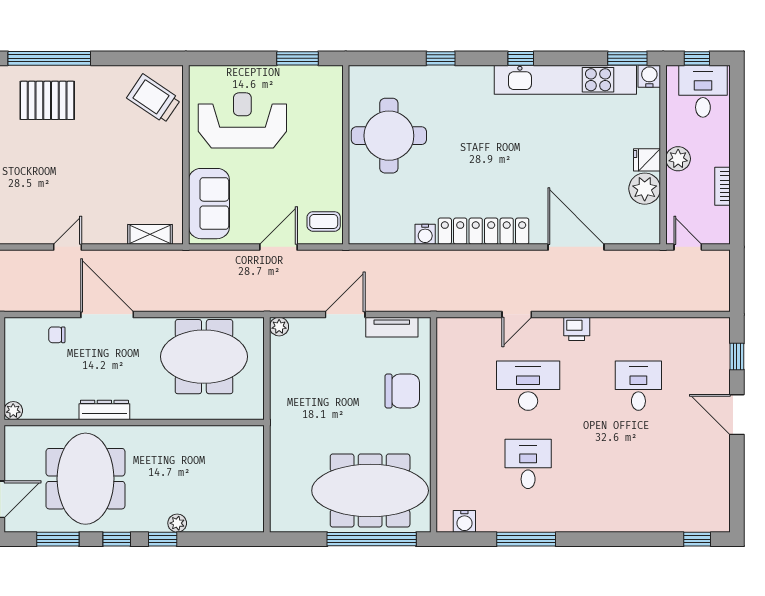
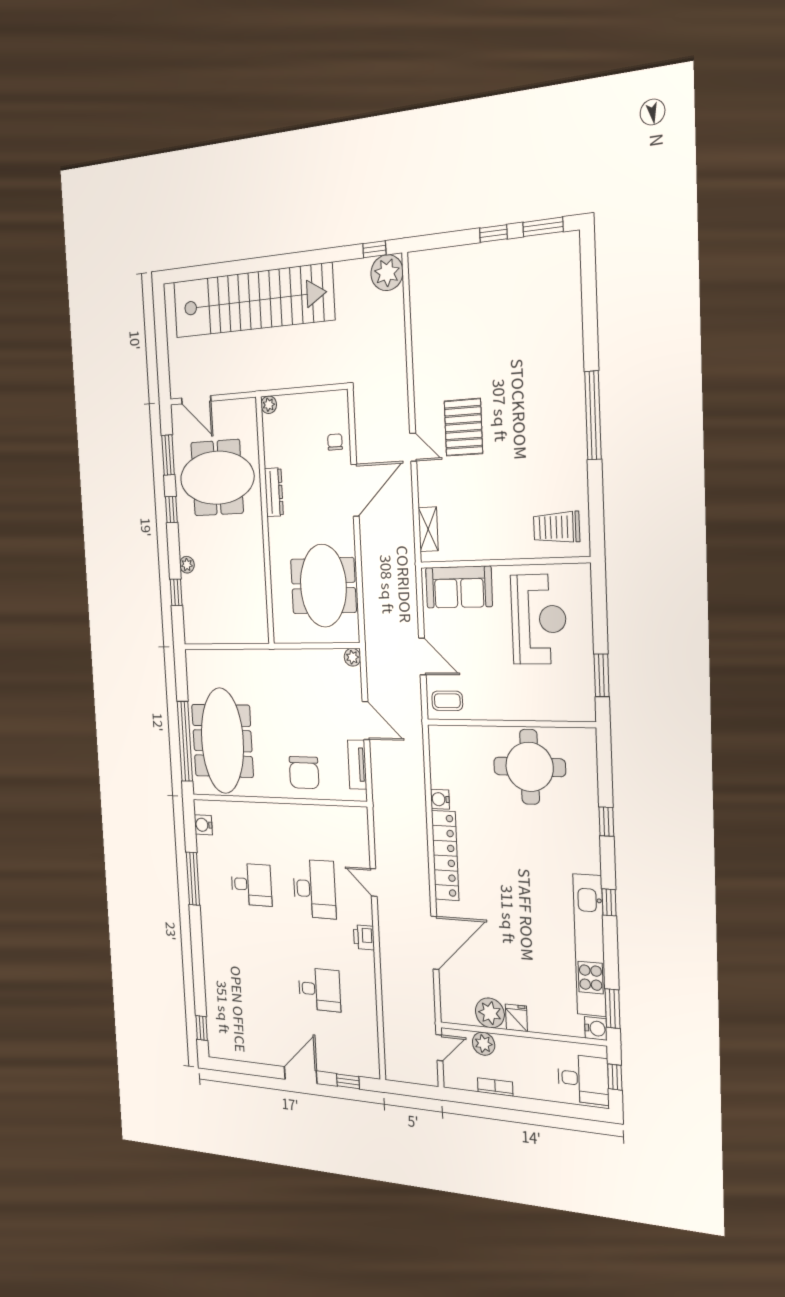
trolley: (154, 99) -> (557, 527), turned -124
pallet: (47, 100) -> (463, 427), moved
plant: (678, 159) -> (484, 1044), moved
coffee table: (324, 221) -> (447, 701), turned 90
window: (163, 539) -> (176, 592), moved

